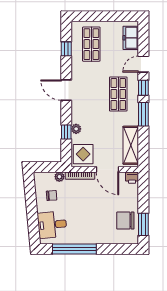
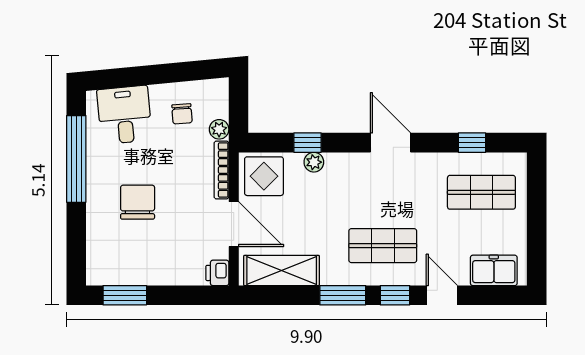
door: (66, 90) -> (390, 143), hinge flipped
door: (107, 169) -> (234, 224), swing flipped
chair: (125, 221) -> (138, 202), moved

